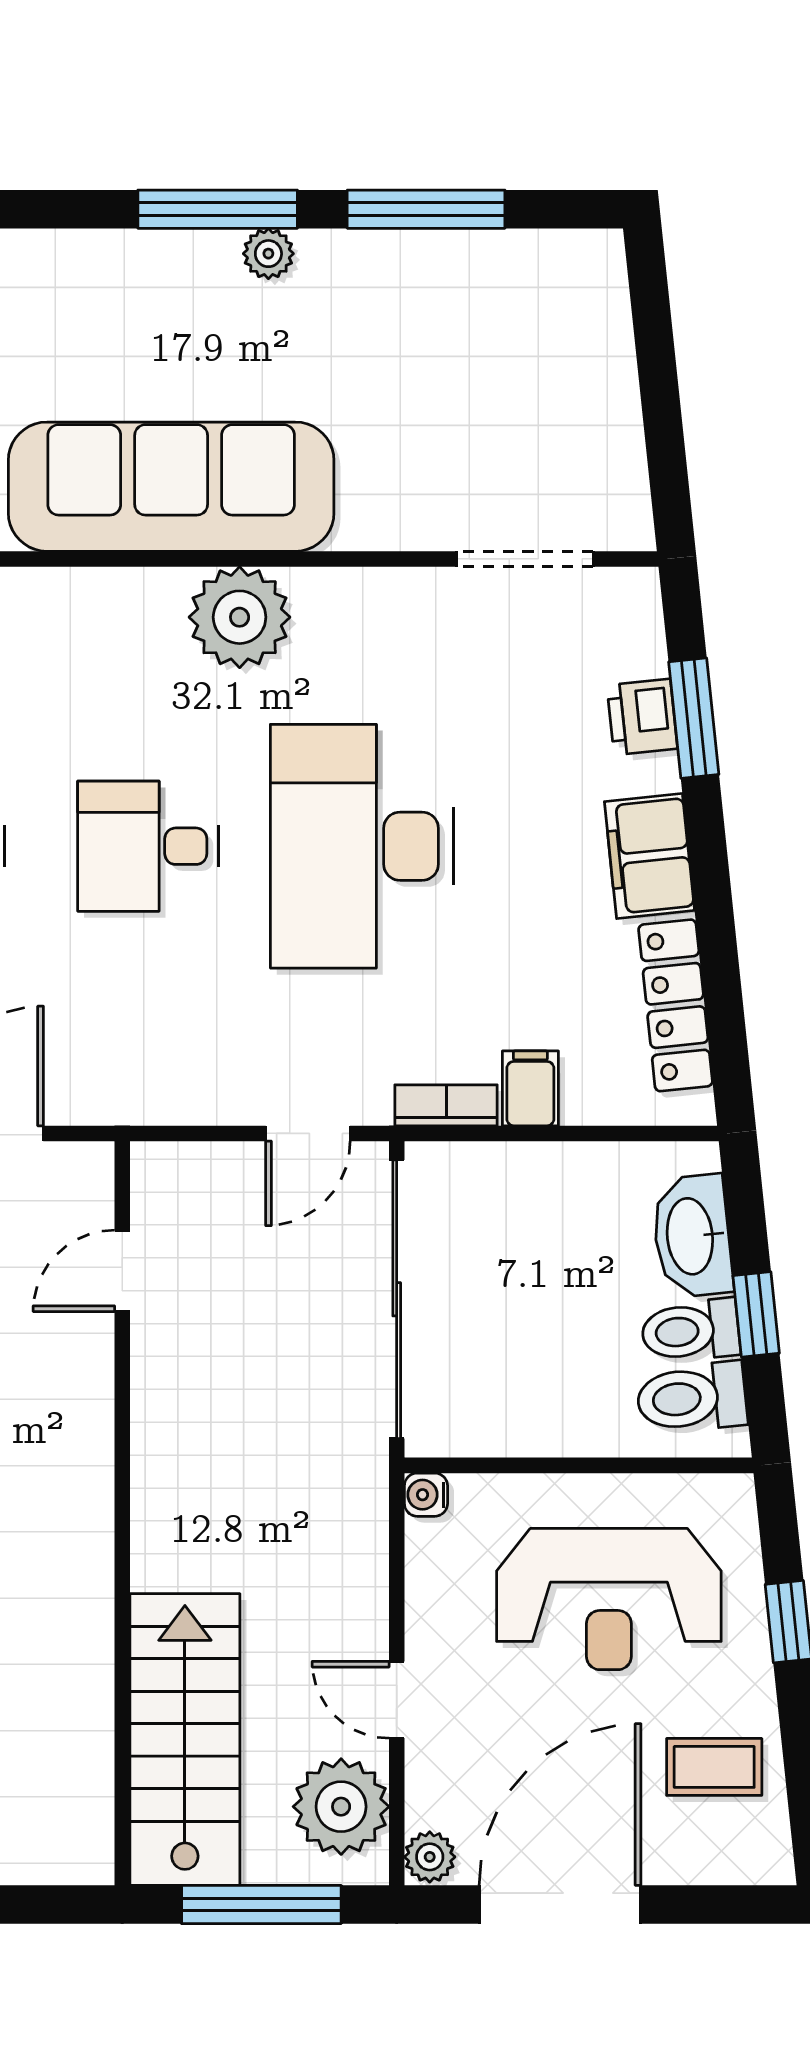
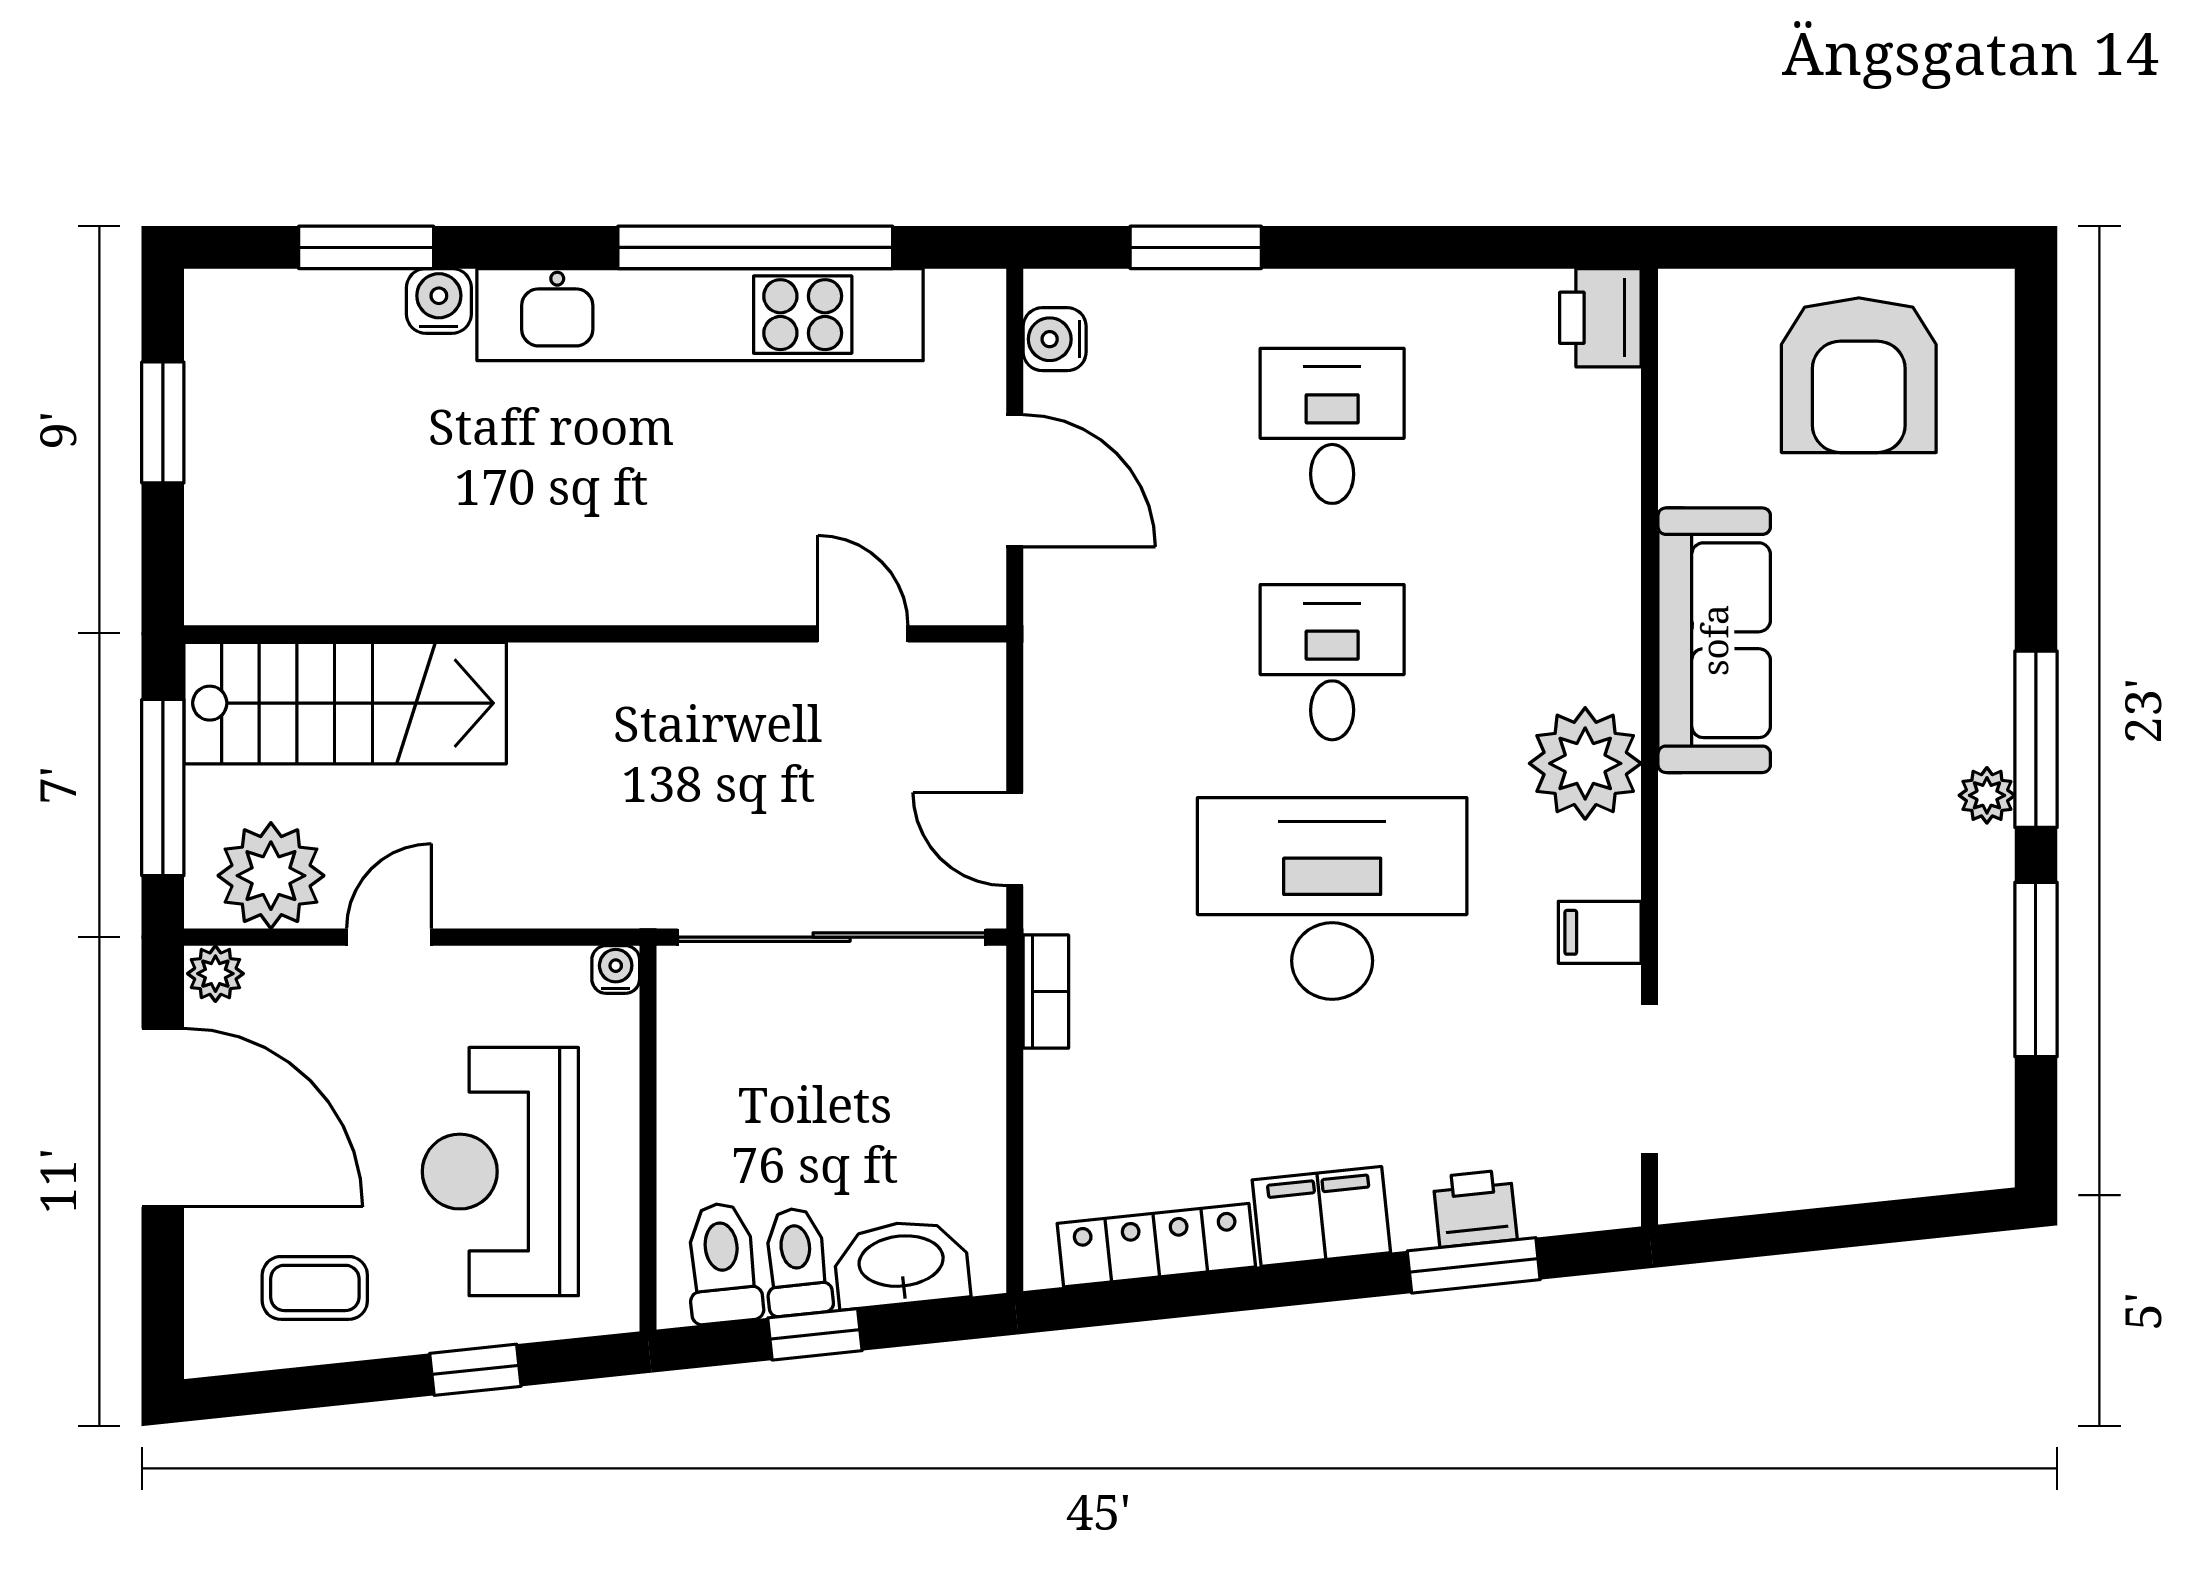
sofa: (171, 487) -> (1714, 640), width x0.74, depth x0.79
filing cabinet: (530, 1088) -> (1600, 932), moved, turned 180
coffee table: (714, 1767) -> (315, 1288), turned 90

